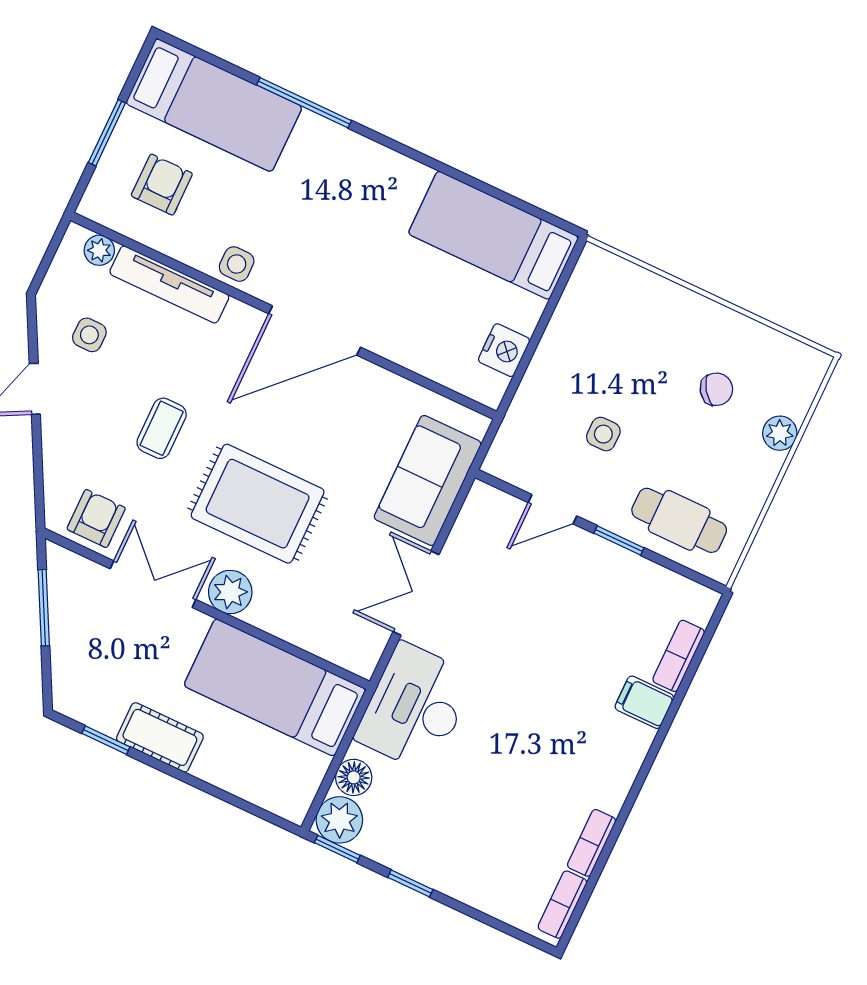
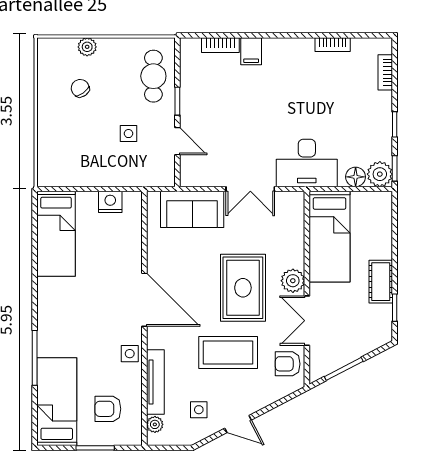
coffee table: (162, 428) -> (228, 352), width x1.86, depth x1.72
bookcase: (562, 905) -> (385, 72), moved, turned 90

